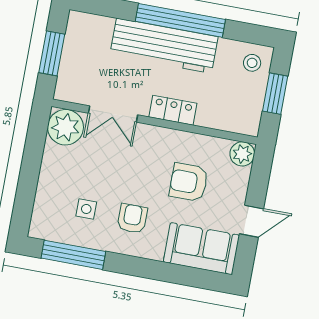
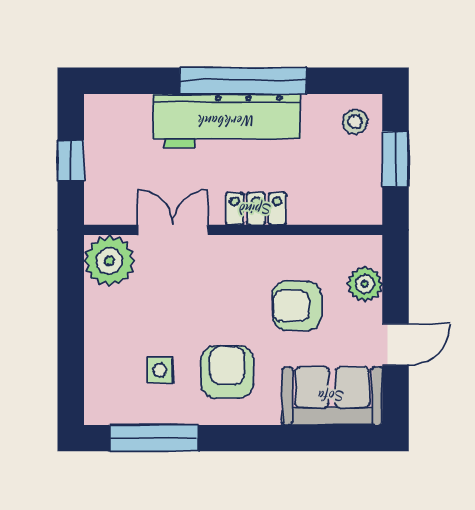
window: (52, 53) -> (71, 161), width x0.67
double door: (113, 114) -> (173, 230), swing flipped
plant: (242, 154) -> (365, 284), moved
armchair: (132, 219) -> (227, 372), width x1.38, depth x1.38

